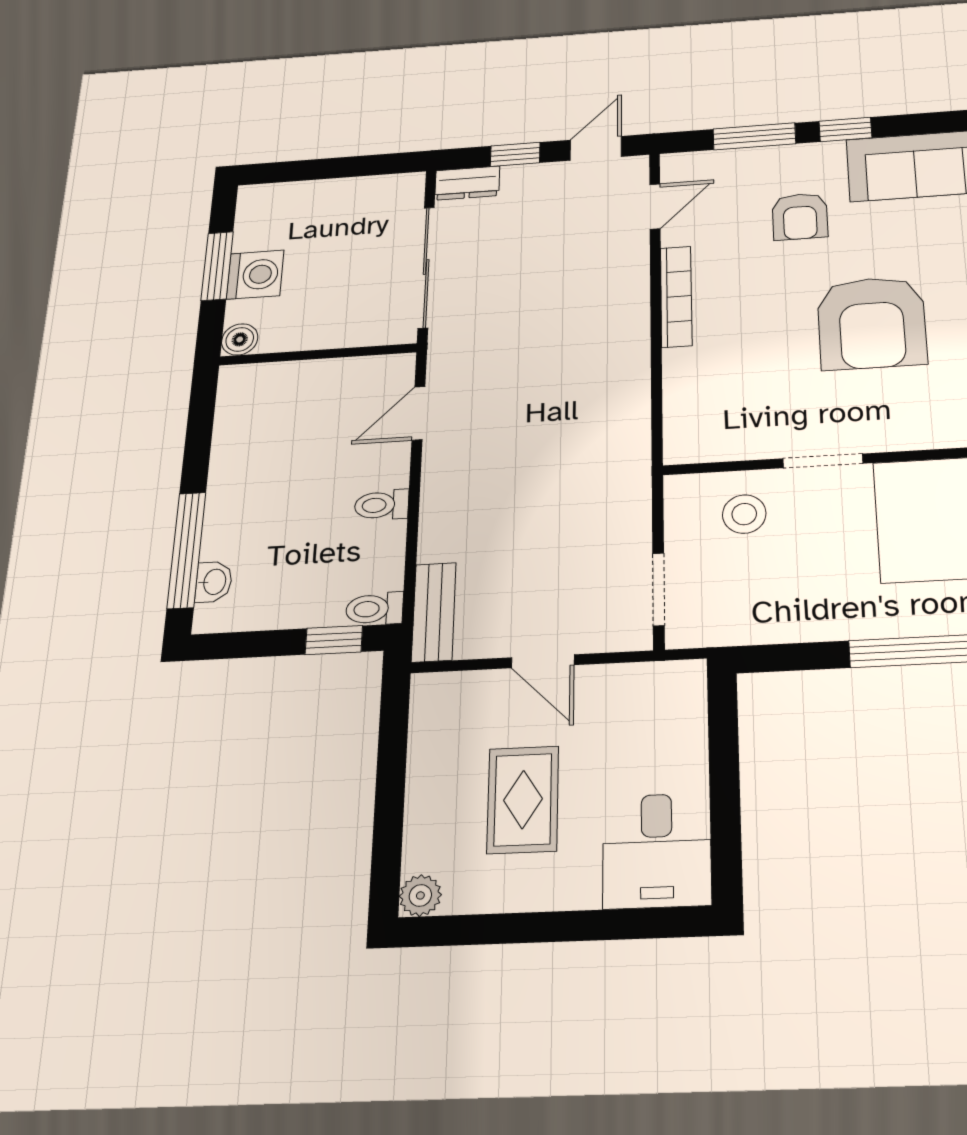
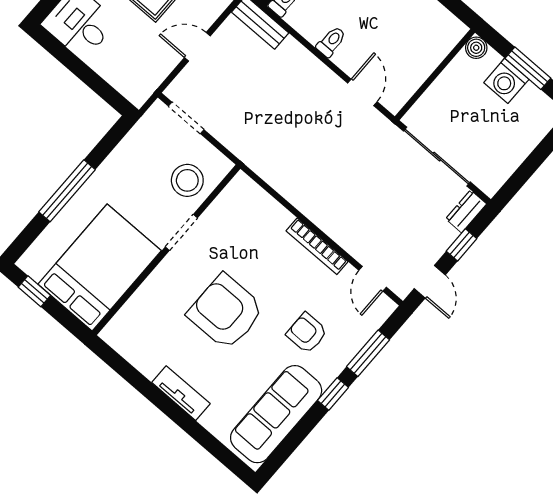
stool: (744, 514) -> (187, 180), width x1.38, depth x1.38

